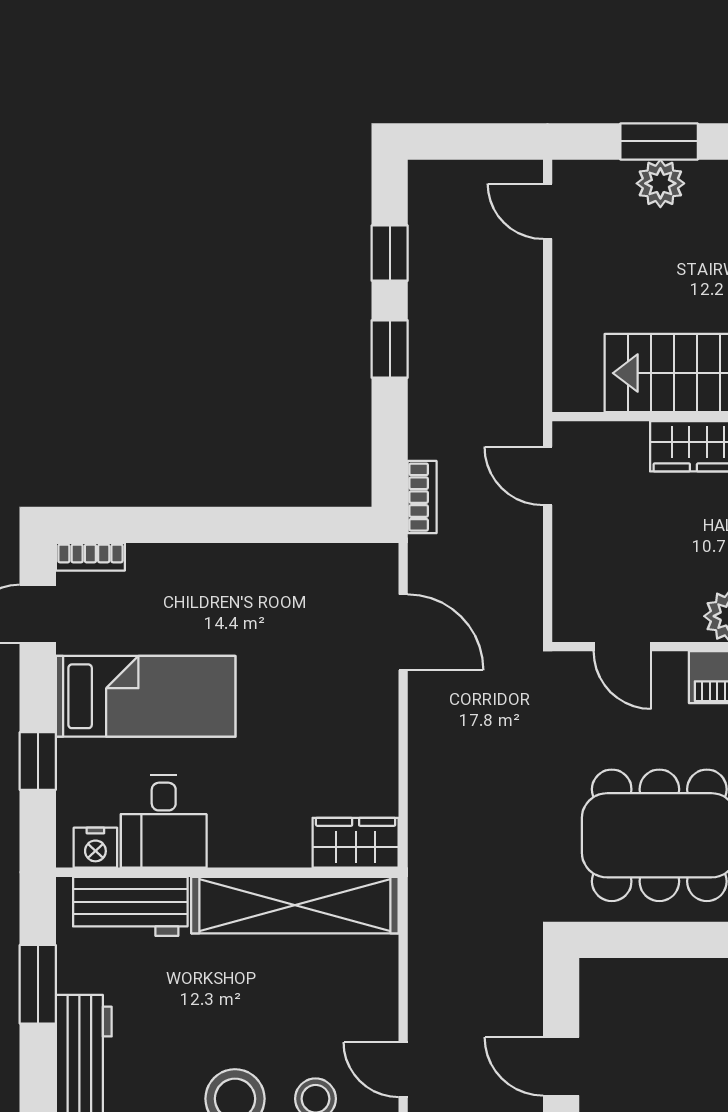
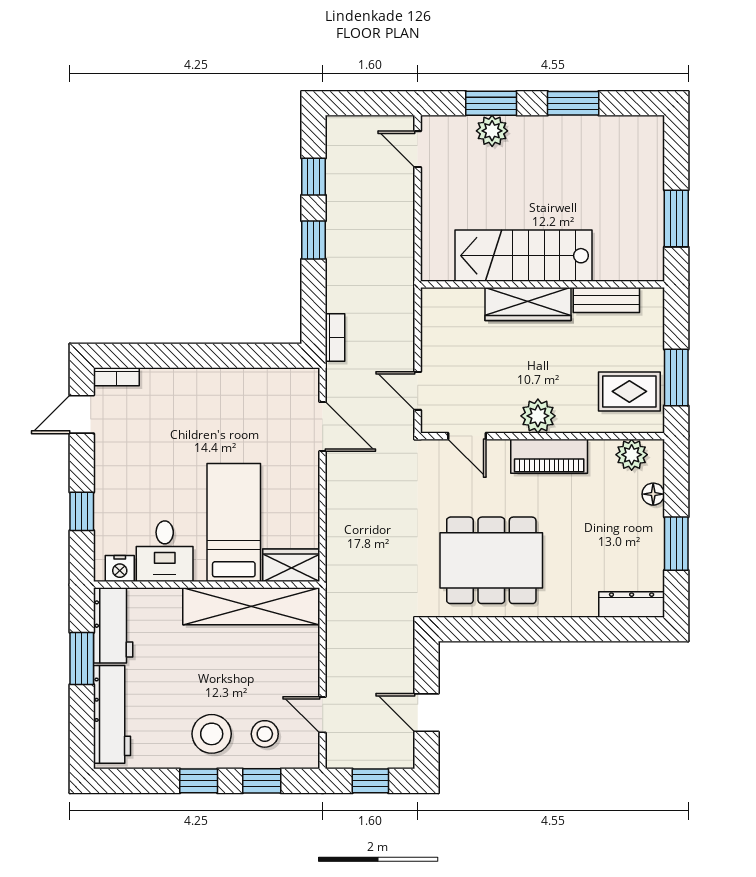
door: (548, 476) -> (418, 391), moved
bed: (146, 696) -> (234, 523), moved, turned -90
workbench: (130, 906) -> (113, 625), moved, turned -90

